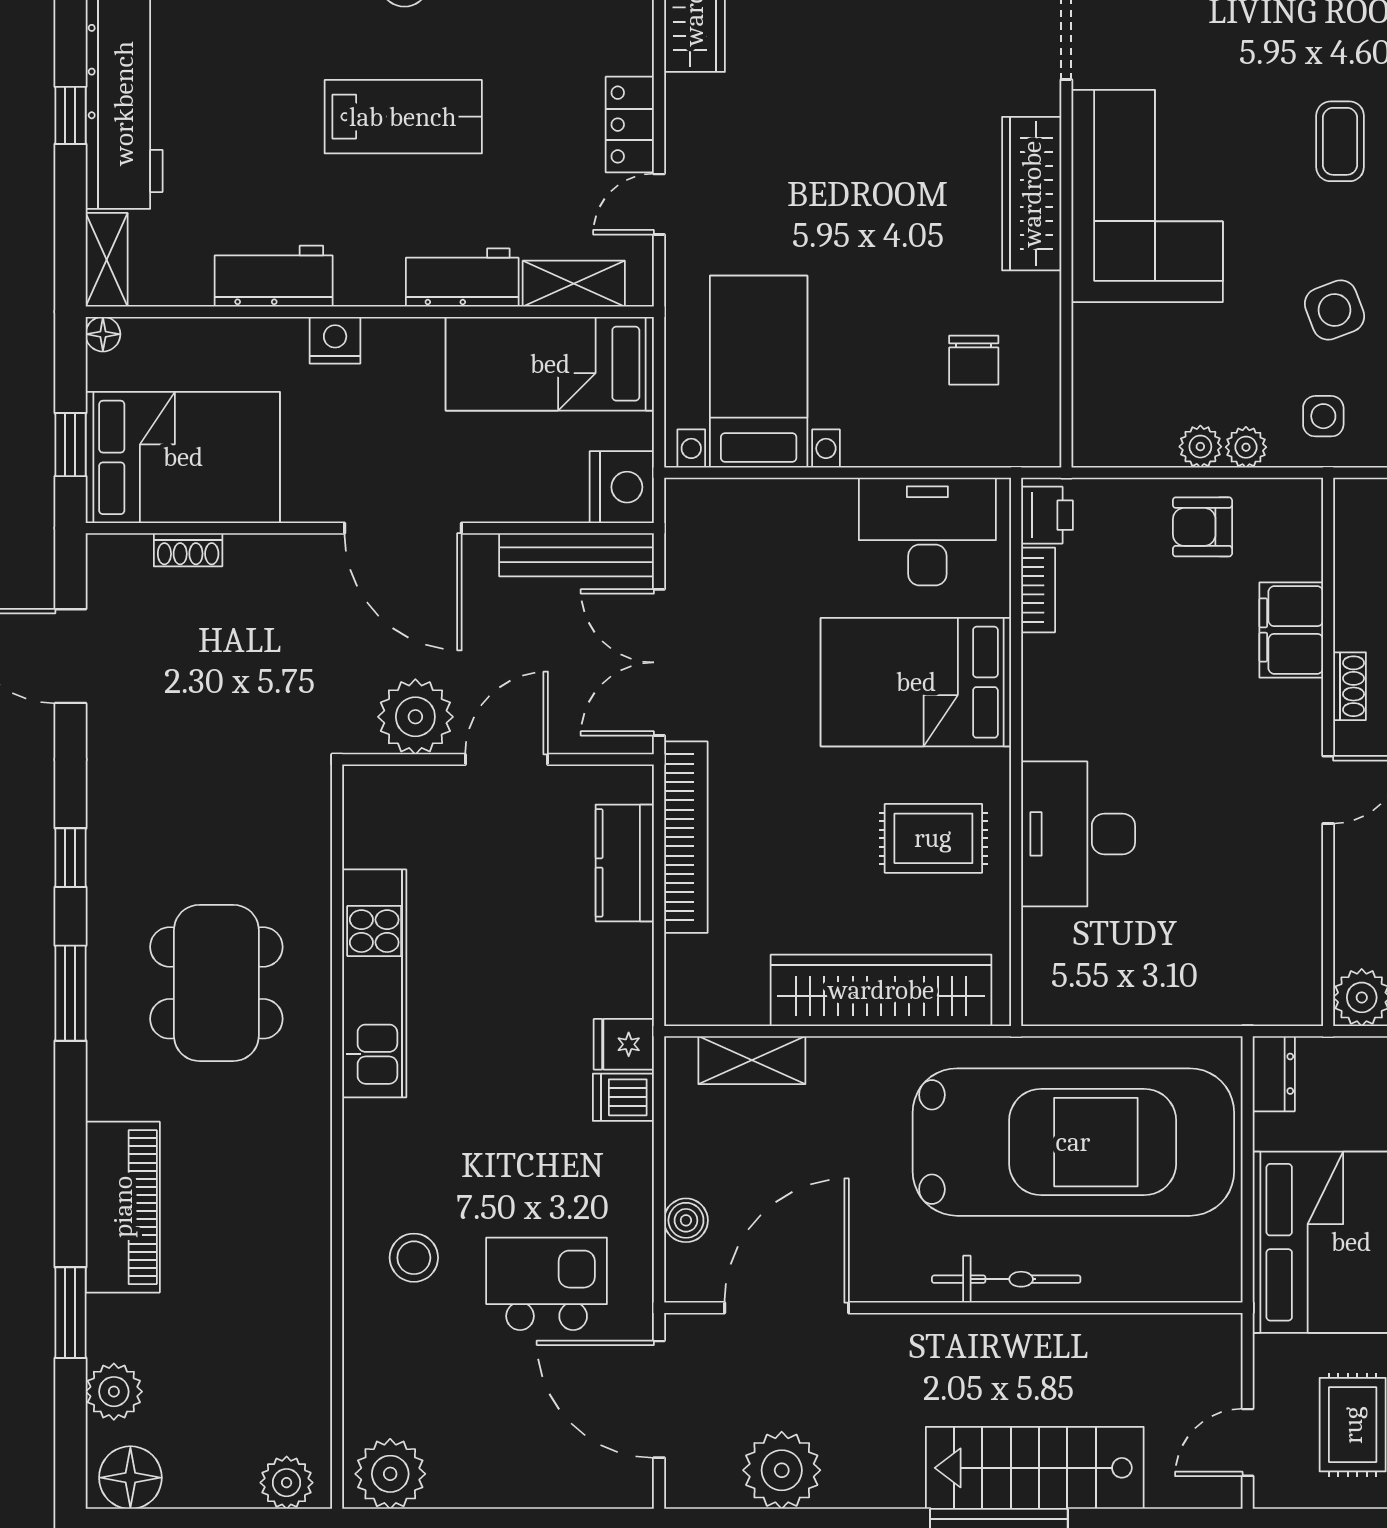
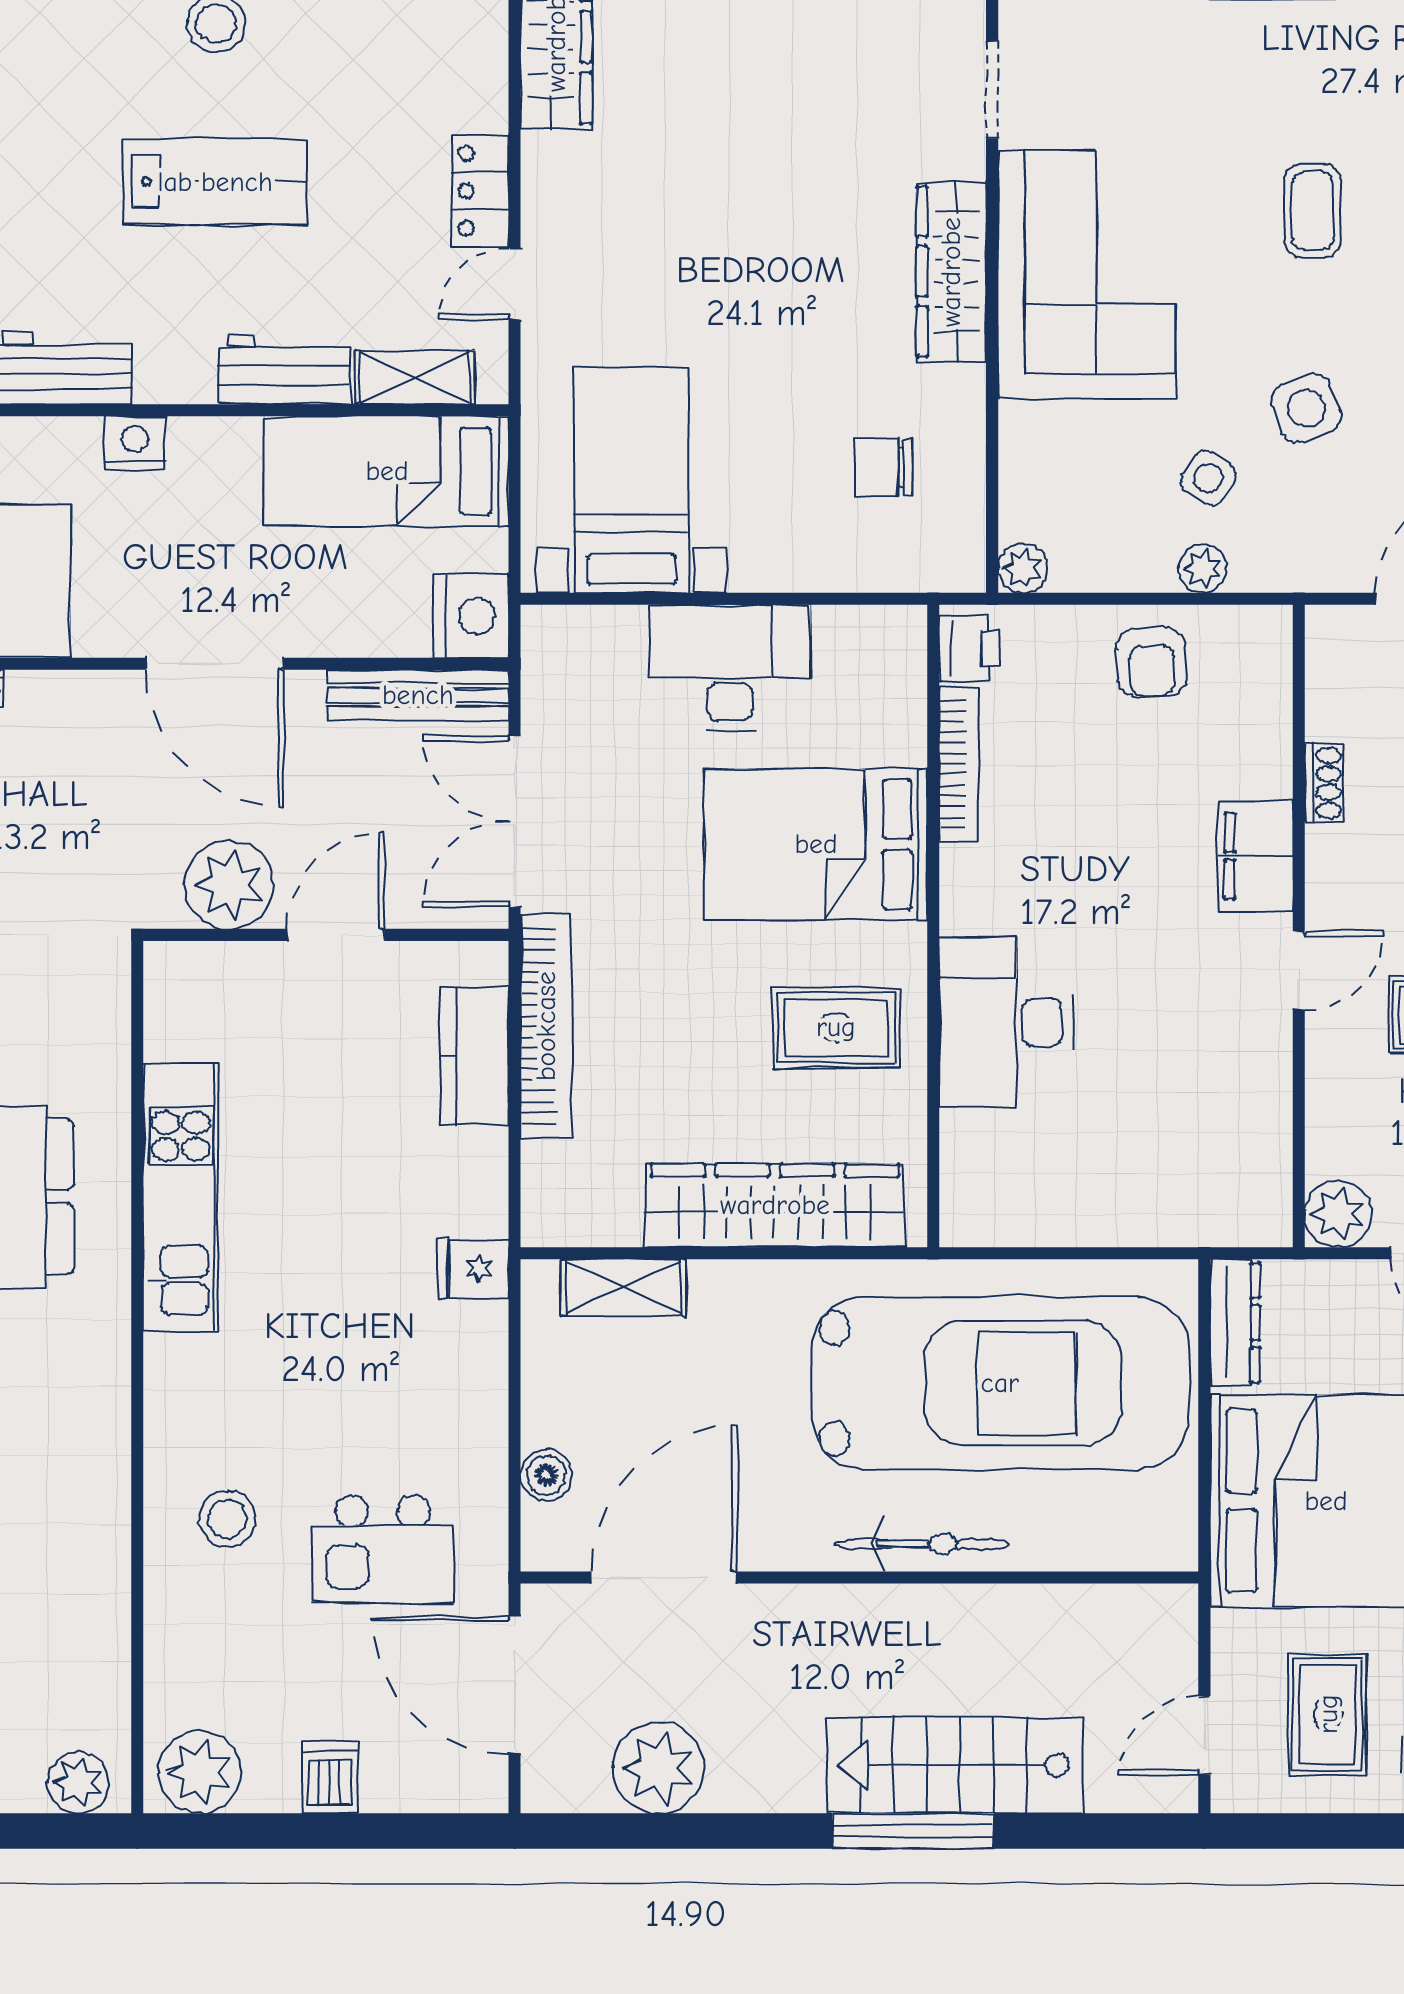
chair: (974, 360) -> (883, 467), turned 90
side table: (1323, 416) -> (1208, 478), moved, turned 34
plant: (1200, 447) -> (1023, 568), moved
armchair: (1202, 527) -> (1152, 662), turned -93
desk: (927, 532) -> (730, 668), moved
bookcase: (1038, 590) -> (959, 764), width x1.56
filing cabinet: (1291, 630) -> (1256, 856), moved
shoe rack: (1350, 686) -> (1324, 783), moved
dresser: (1274, 1074) -> (1235, 1322), width x1.44
dishwasher: (623, 1097) -> (329, 1777), moved, turned 90
kitchen island: (547, 1284) -> (383, 1549), turned 180

